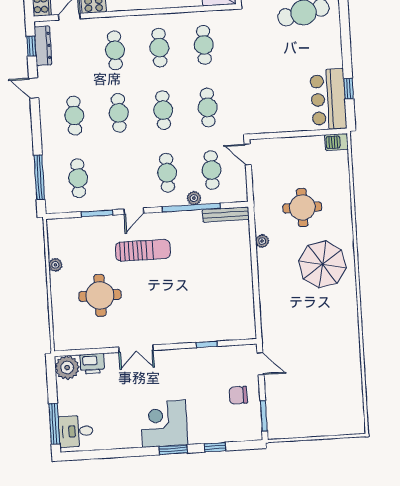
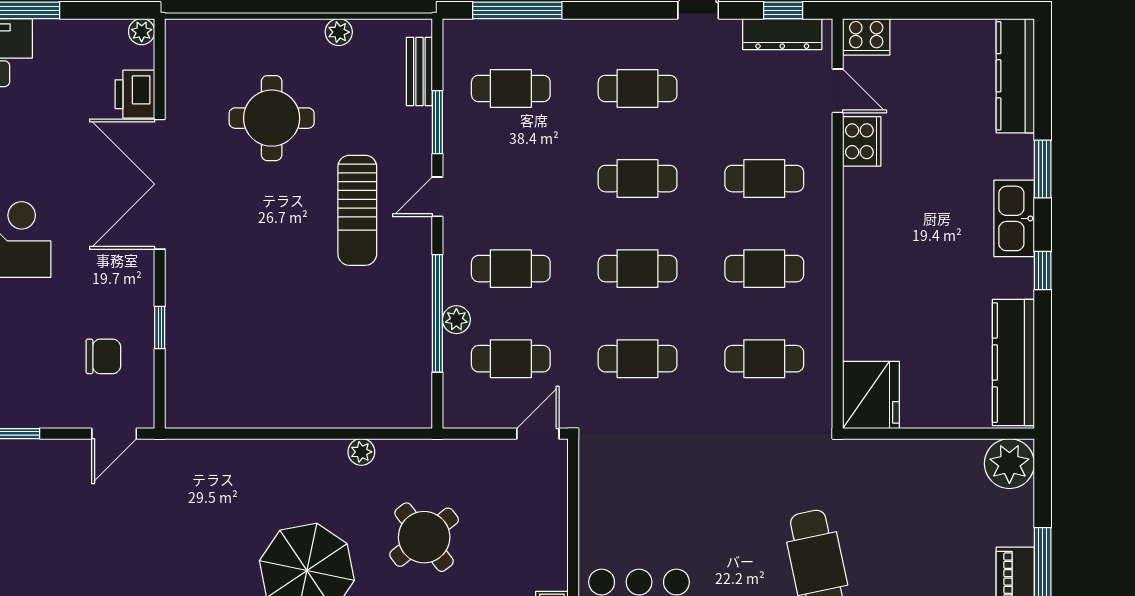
round table: (302, 207) -> (424, 537), turned -38
door: (134, 211) -> (437, 197), hinge flipped
bench: (226, 214) -> (419, 72), moved, width x0.73
double door: (136, 349) -> (160, 184), width x1.87
plant: (67, 368) -> (142, 32), width x0.53, depth x0.53
chair: (238, 395) -> (103, 356), moved, turned 90

